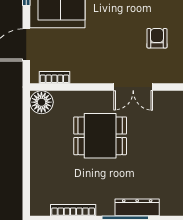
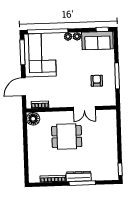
dresser: (137, 207) -> (79, 176), moved

